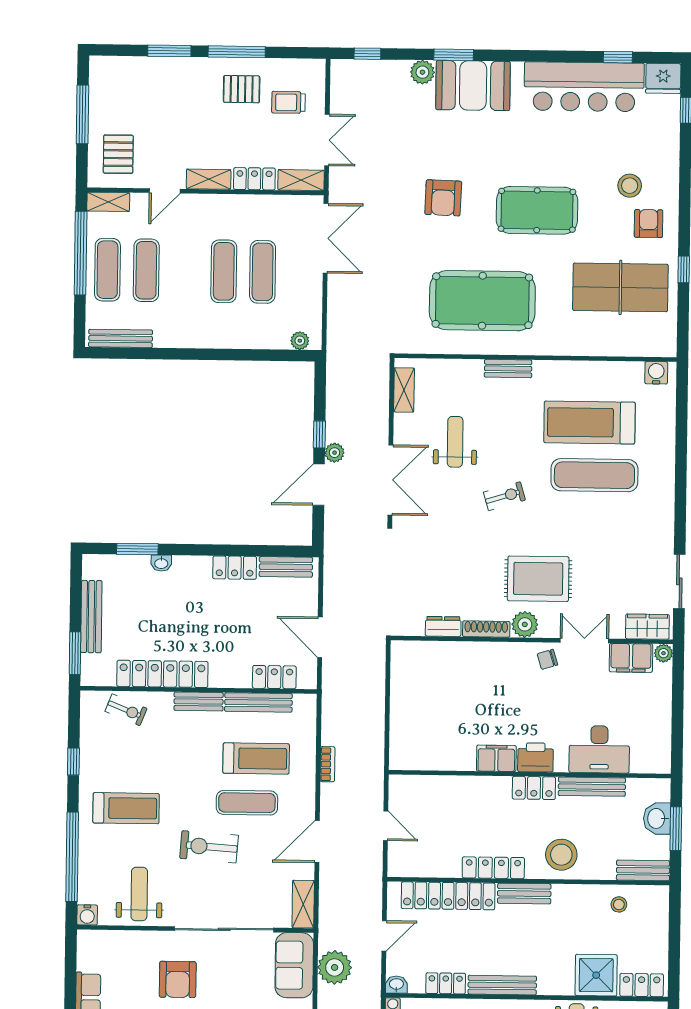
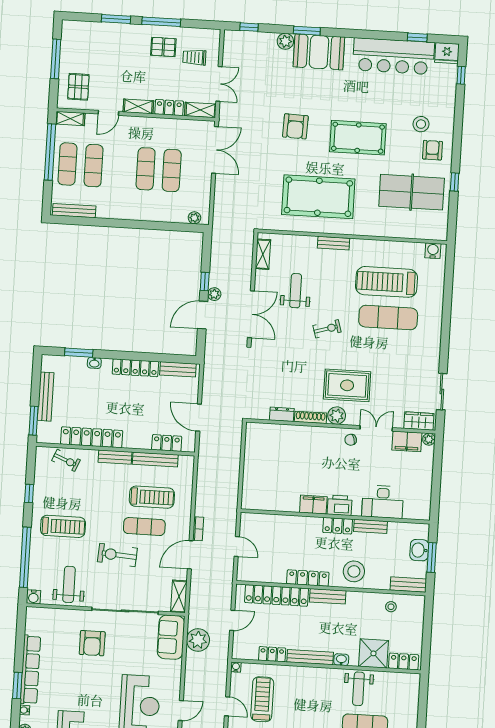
locker: (235, 568) -> (135, 368), width x1.53
bookcase: (328, 764) -> (198, 529), moved
bench: (592, 787) -> (371, 526), width x0.73
washbasin: (396, 984) -> (341, 660), moved

